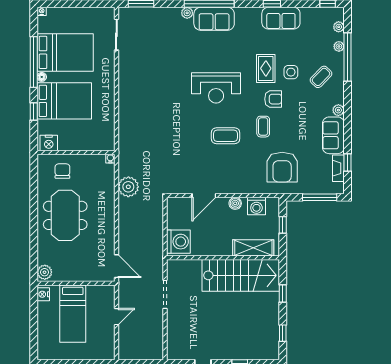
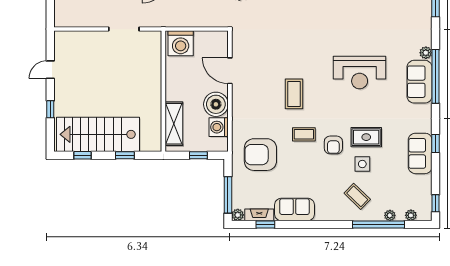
reception desk: (216, 88) -> (360, 72), moved, turned -90
plant: (338, 110) -> (238, 215), moved
boiler: (235, 203) -> (216, 104), width x1.86, depth x1.86
stairs: (241, 275) -> (98, 134), moved, turned 90

